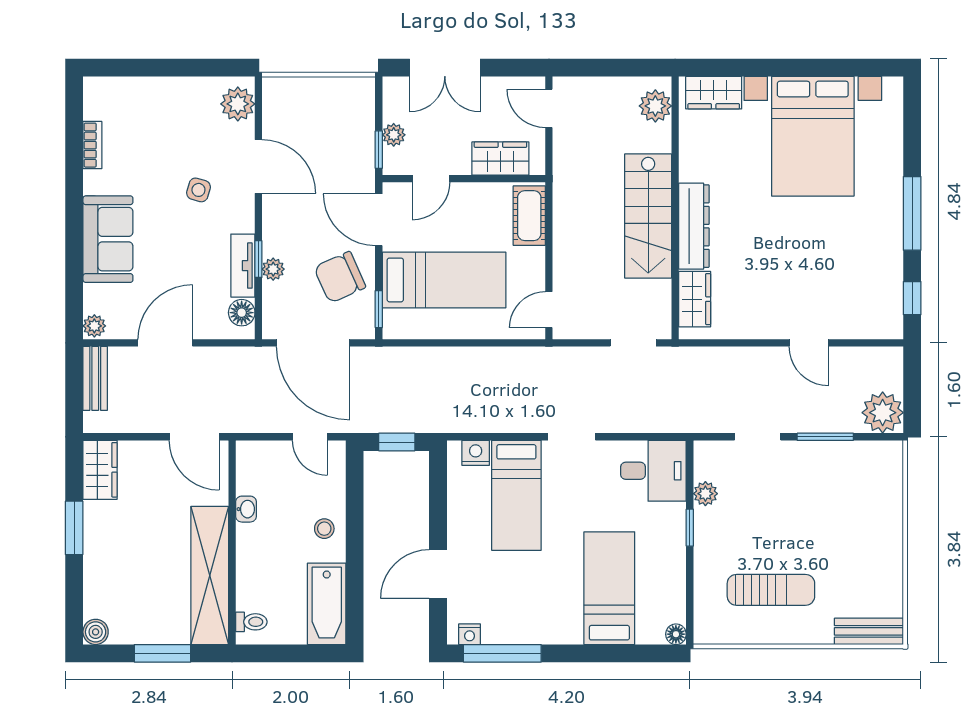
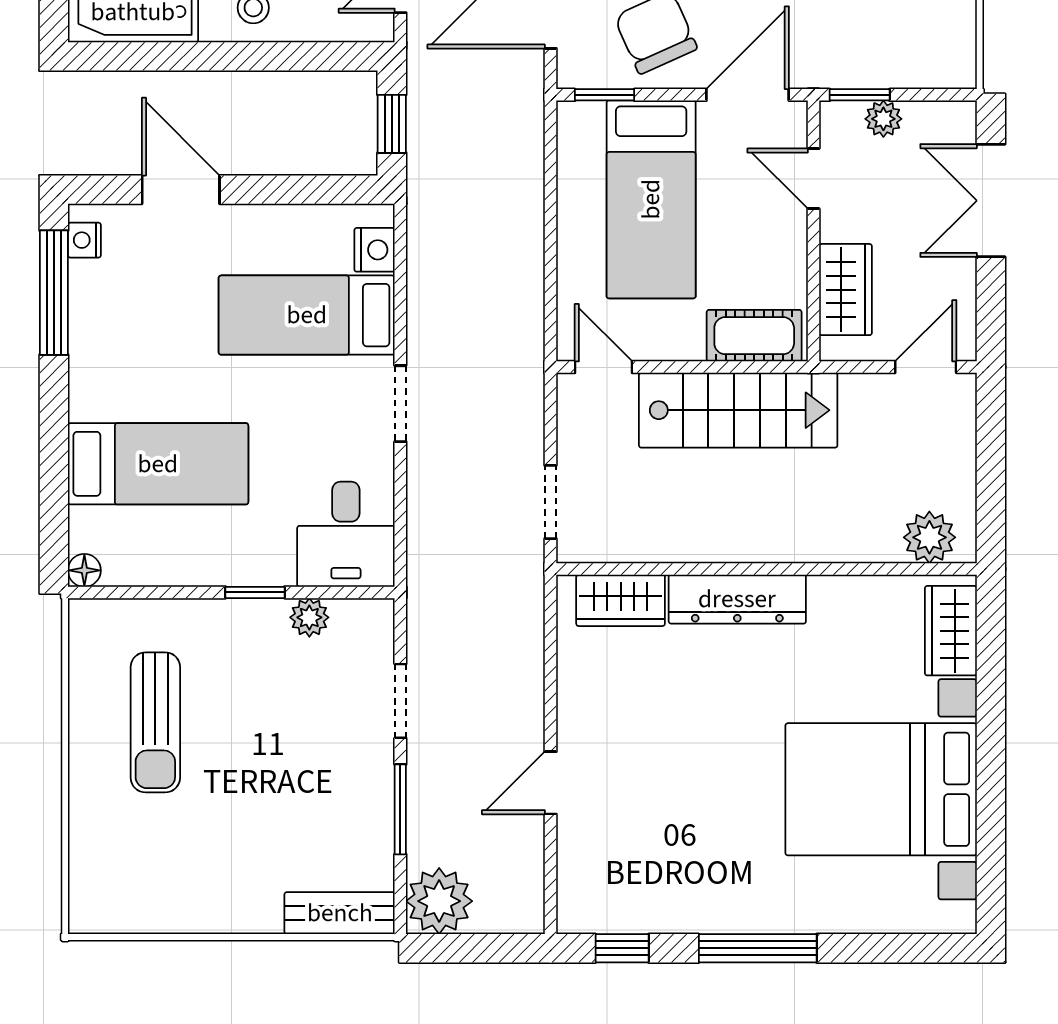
stairs: (648, 216) -> (738, 410), moved, turned 180
bench: (869, 631) -> (340, 913), moved, turned 90

